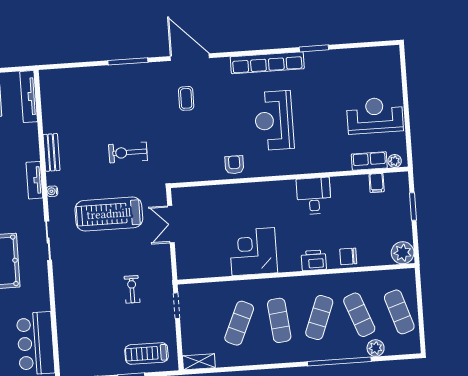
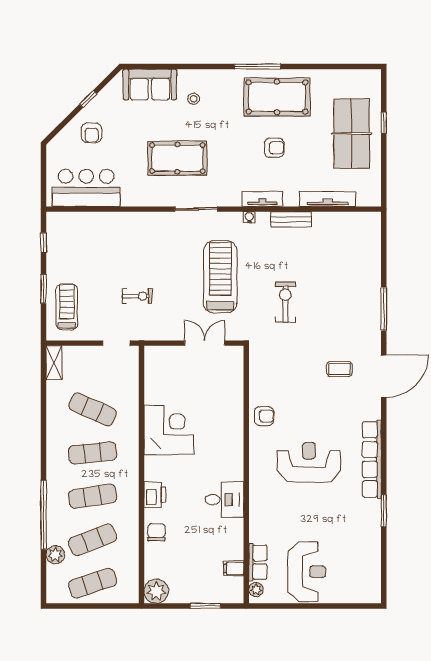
tv unit: (29, 97) -> (328, 199), moved
exercise mat: (319, 318) -> (93, 496), turned -30

